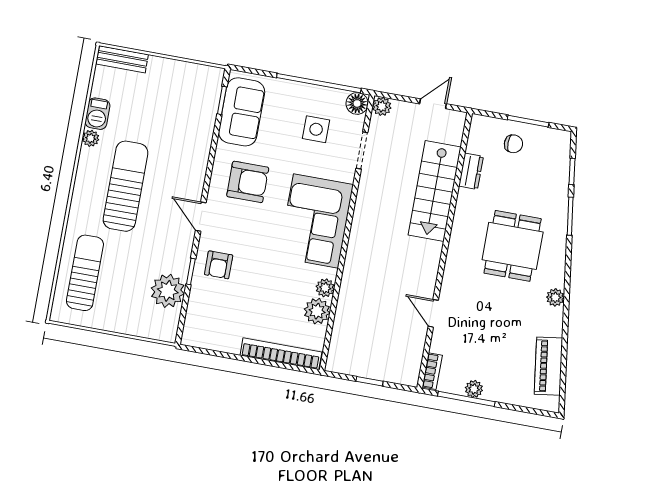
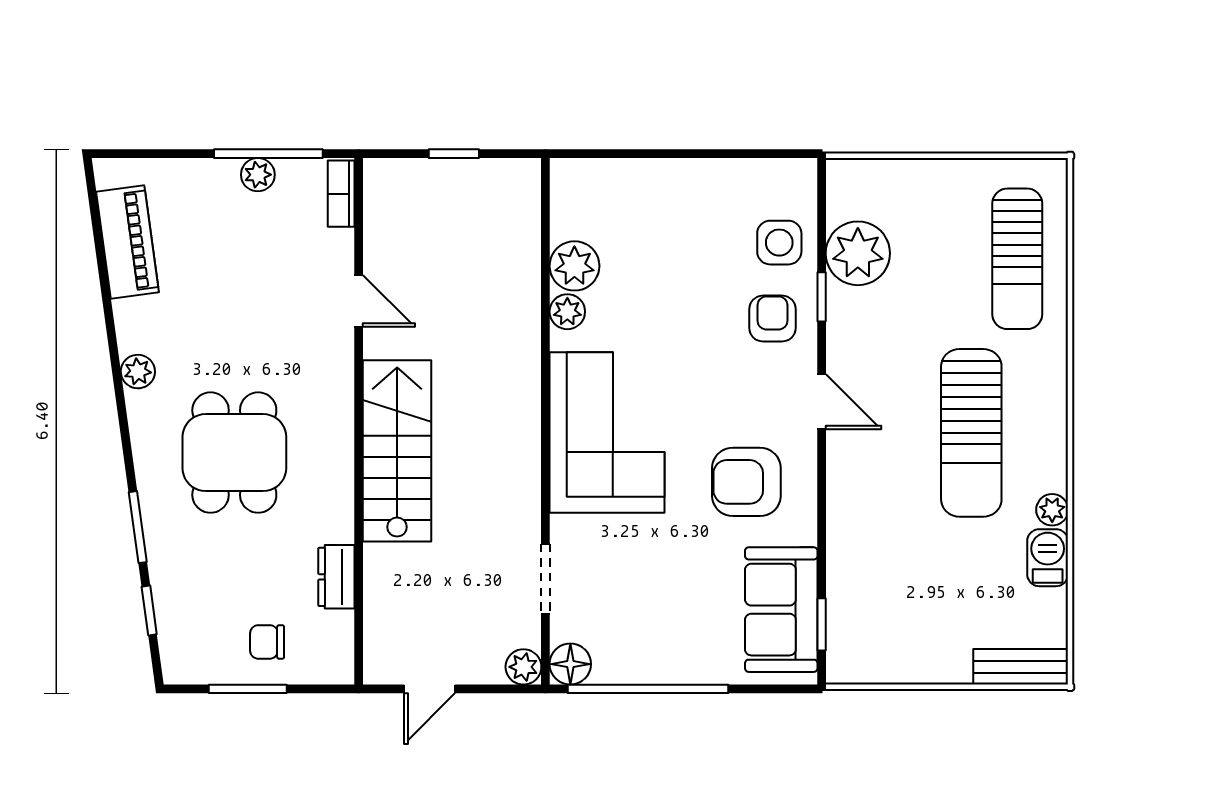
side table: (316, 129) -> (779, 243), moved
stairs: (435, 191) -> (397, 451), moved
bookcase: (281, 354) -> (627, 175), removed

